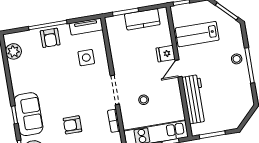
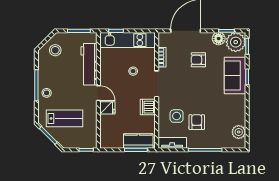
kitchen counter: (142, 19) -> (138, 141), moved
lab bench: (197, 34) -> (65, 118), moved
armchair: (50, 38) -> (197, 122), moved
dishwasher: (120, 62) -> (148, 107), added
door: (178, 68) -> (98, 93), hinge flipped
stool: (235, 108) -> (55, 50), added
armchair: (72, 125) -> (198, 60), turned 180

